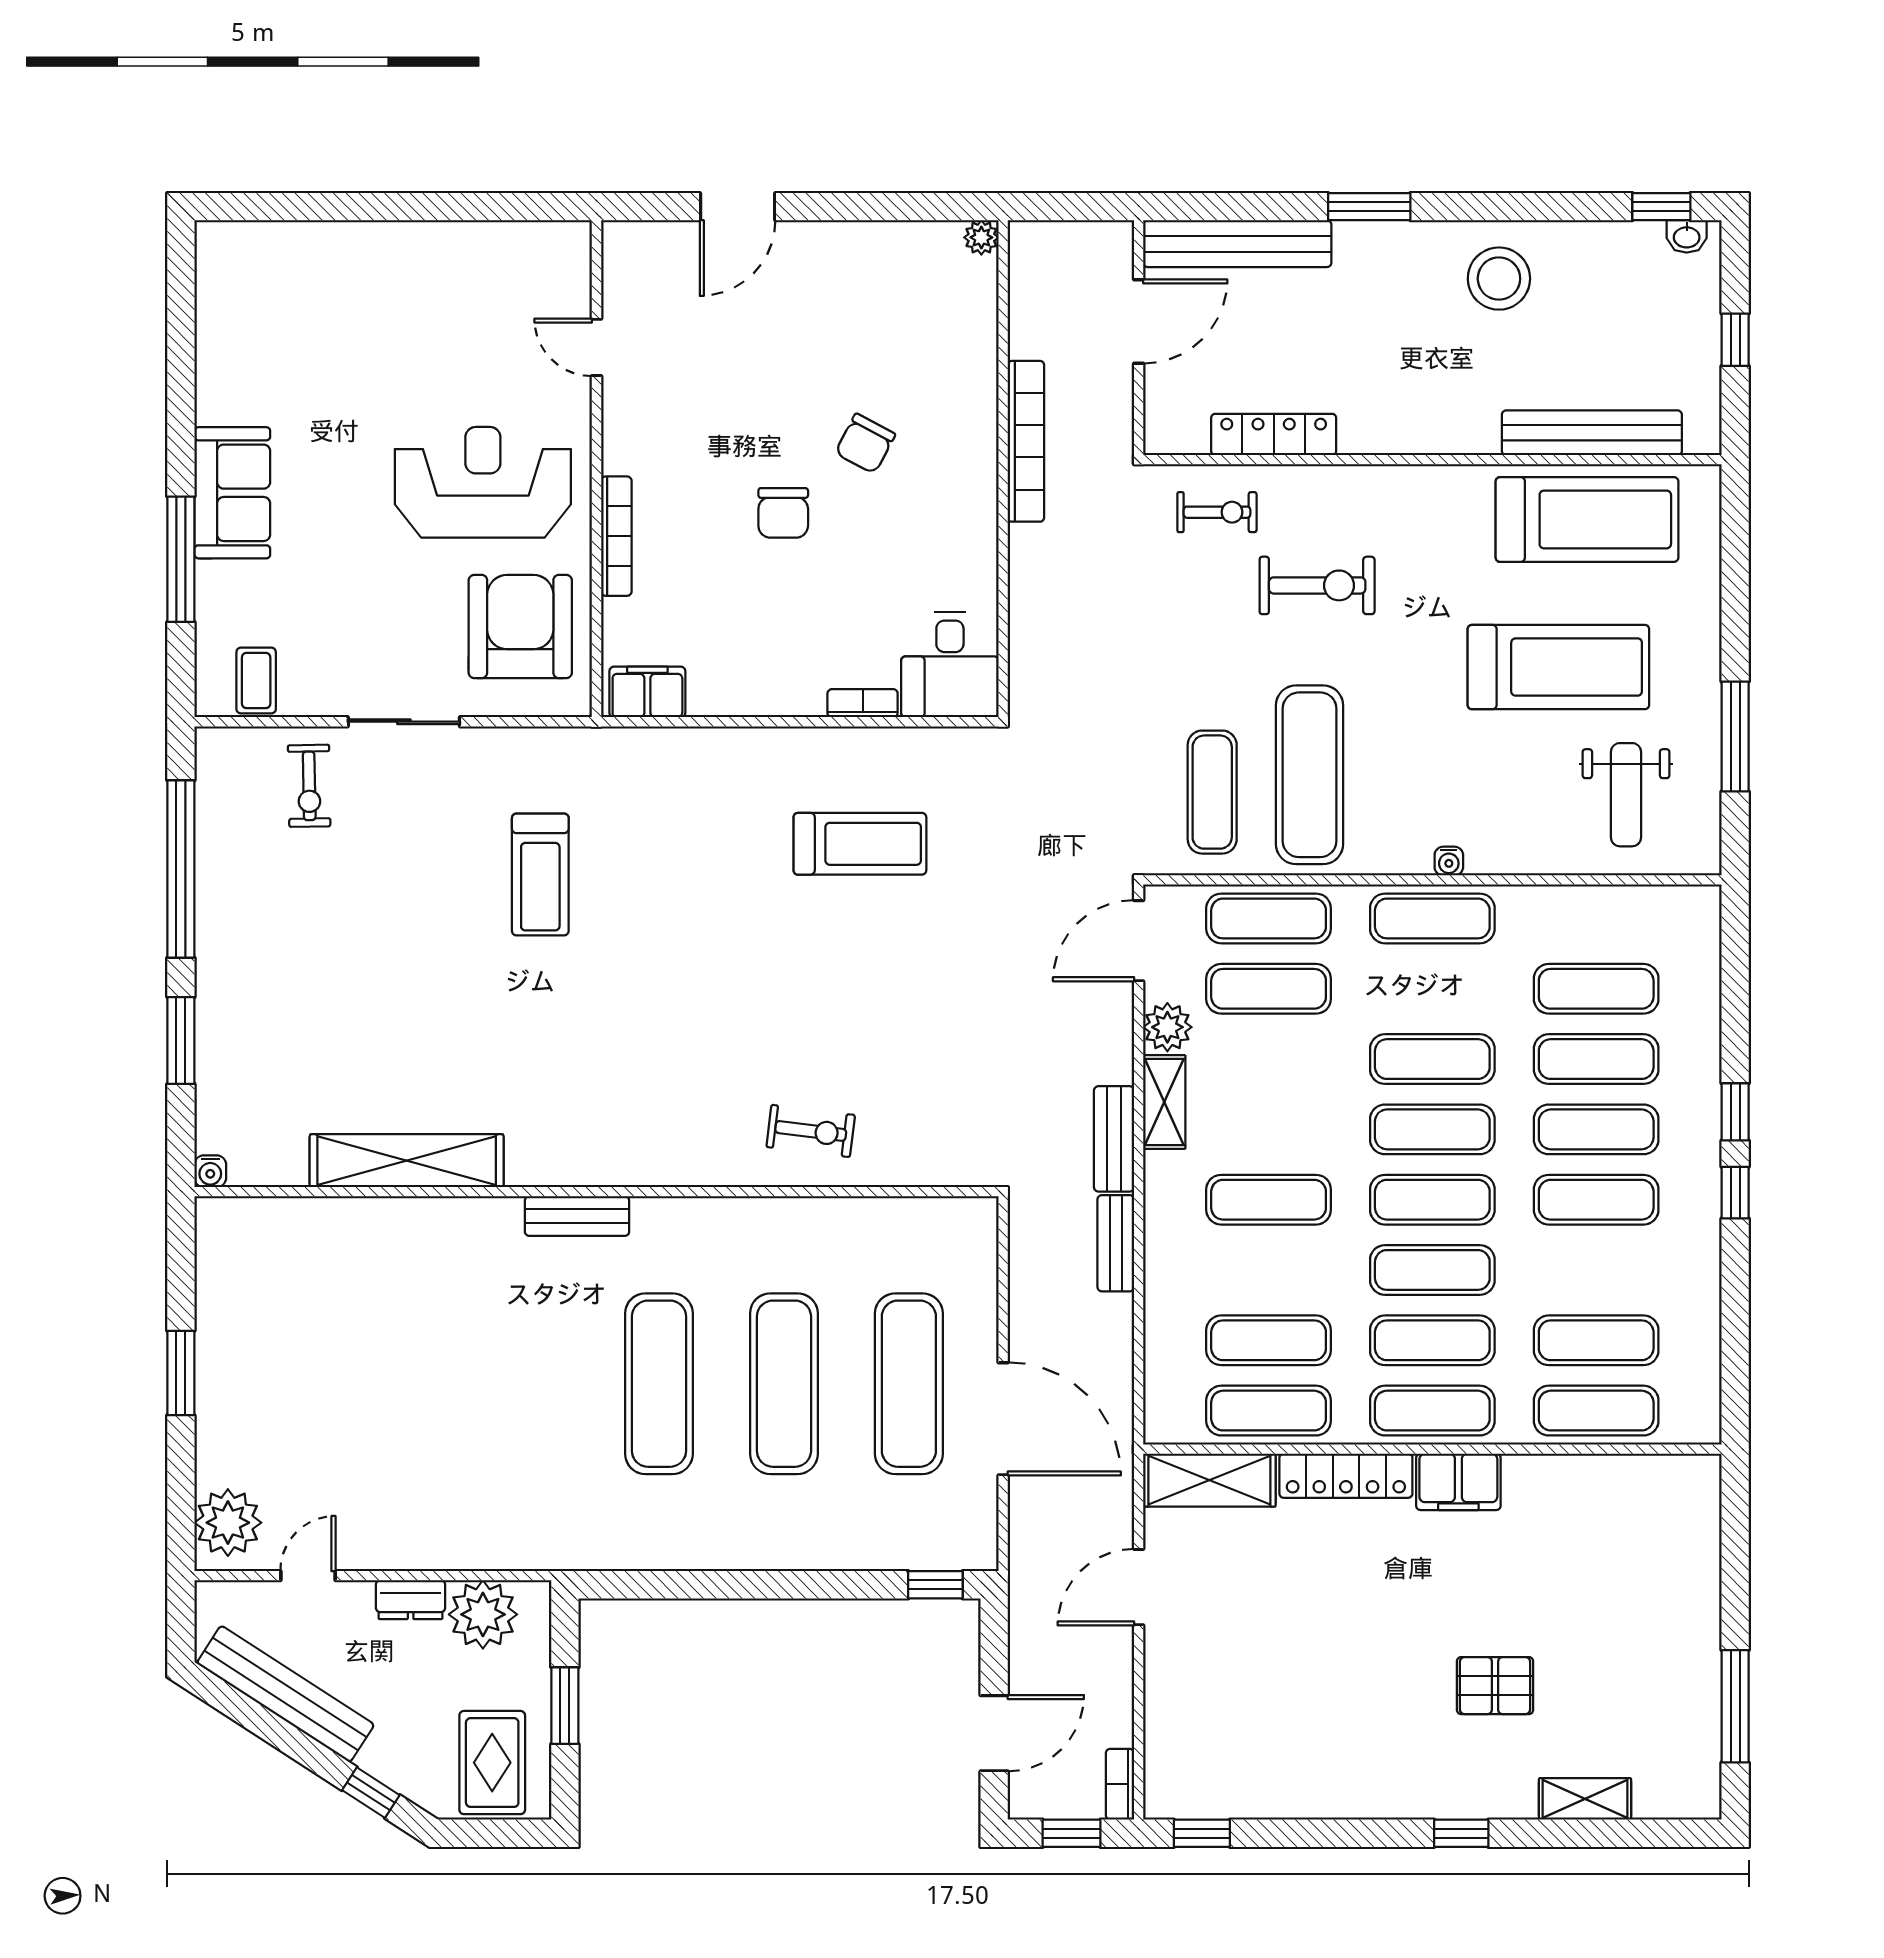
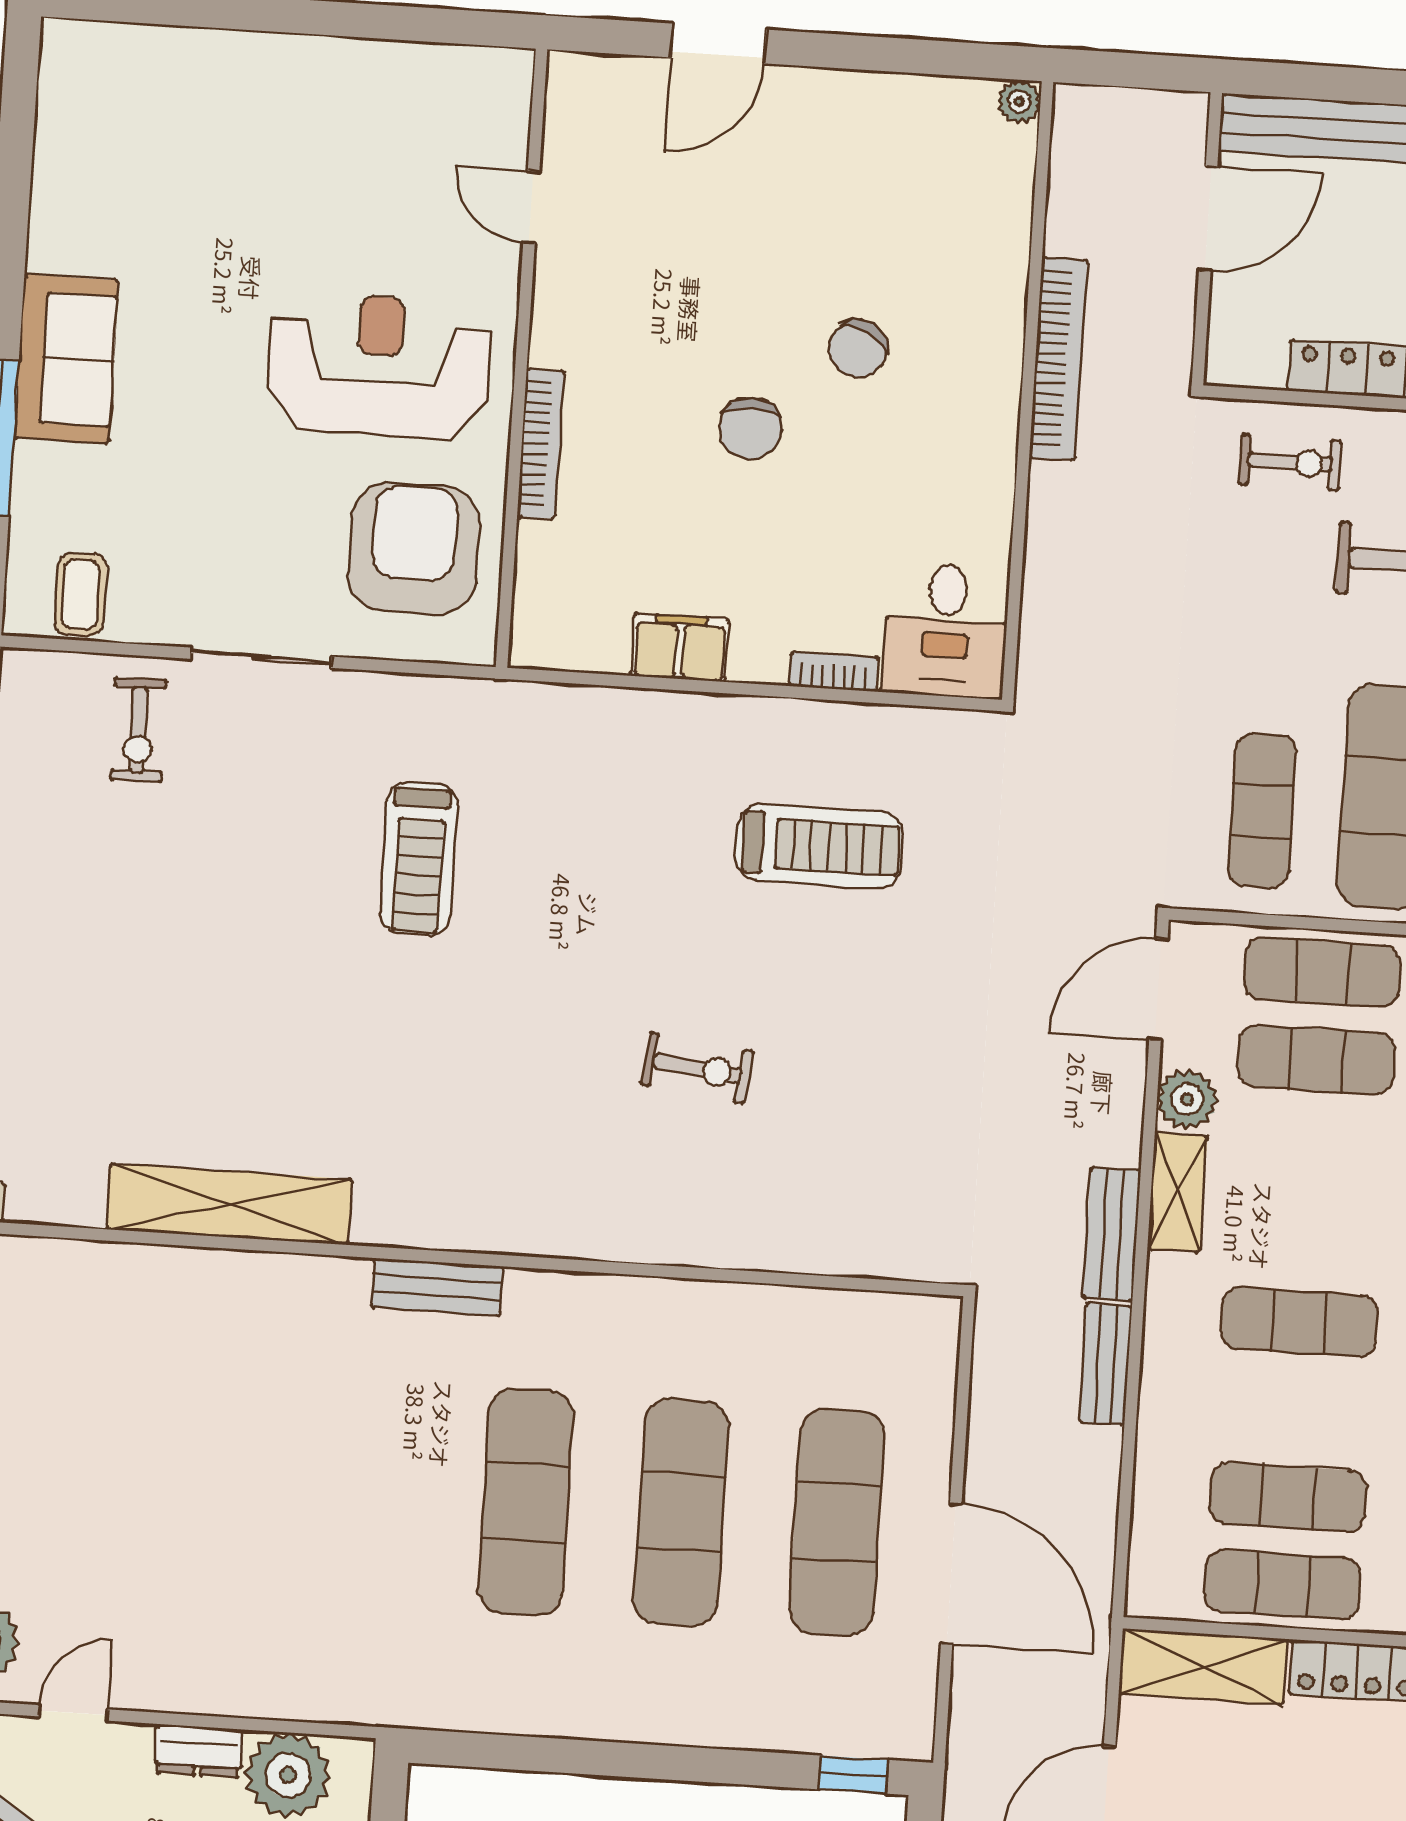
filing cabinet: (647, 692) -> (680, 648), moved
exercise bike: (811, 1131) -> (697, 1068), moved

